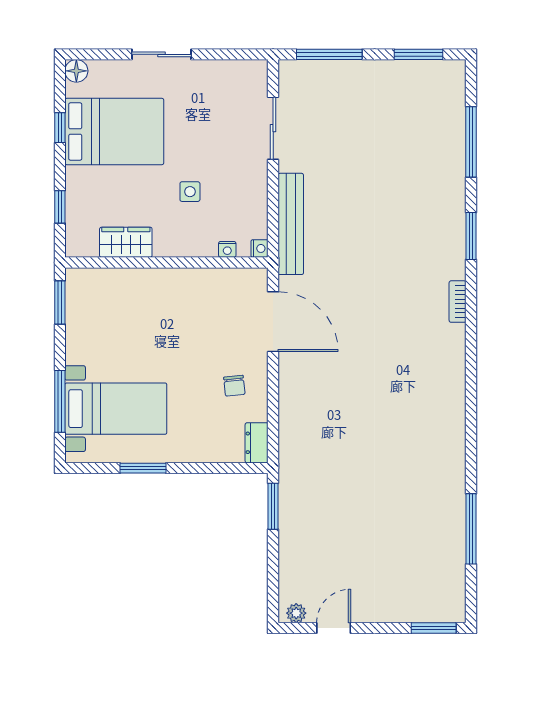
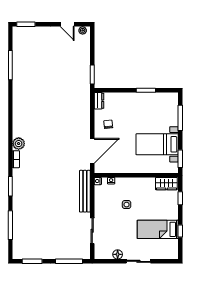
floor lamp: (76, 71) -> (118, 254), moved
bed: (114, 131) -> (158, 229), width x0.67
wardrobe: (126, 242) -> (166, 184), moved
door: (273, 322) -> (92, 151), swing flipped
plant: (451, 339) -> (19, 144), added
bed with nightstands: (116, 409) -> (157, 144), moved
door: (334, 628) -> (67, 24), hinge flipped

